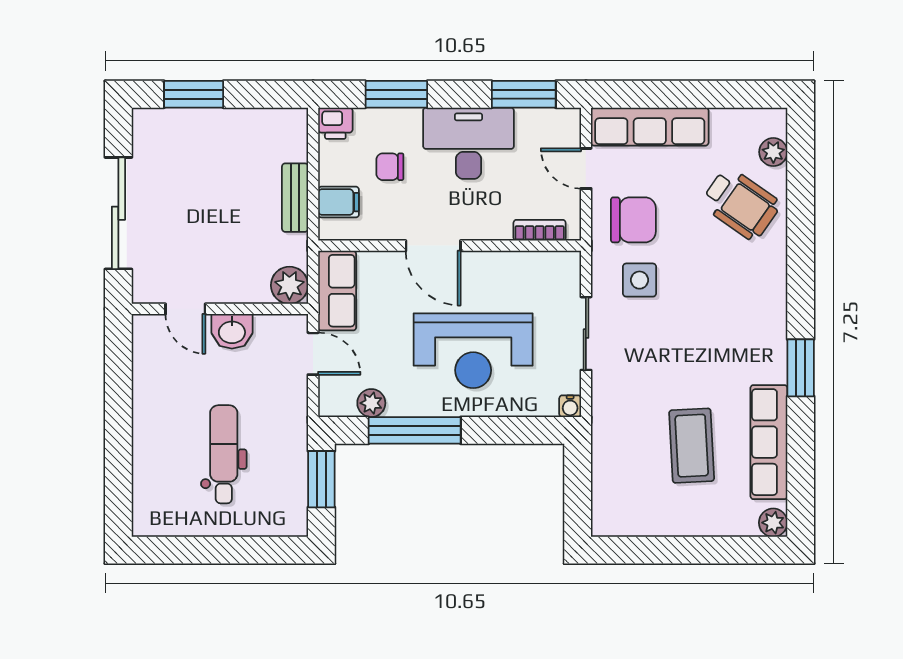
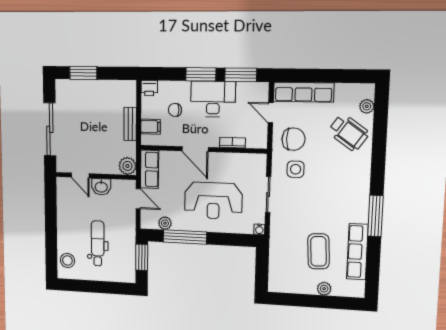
window: (396, 94) -> (201, 74), moved
bookcase: (540, 230) -> (233, 143), moved
window: (801, 368) -> (375, 216), width x1.44
stool: (155, 496) -> (67, 260), added
plant: (773, 523) -> (324, 289), moved

